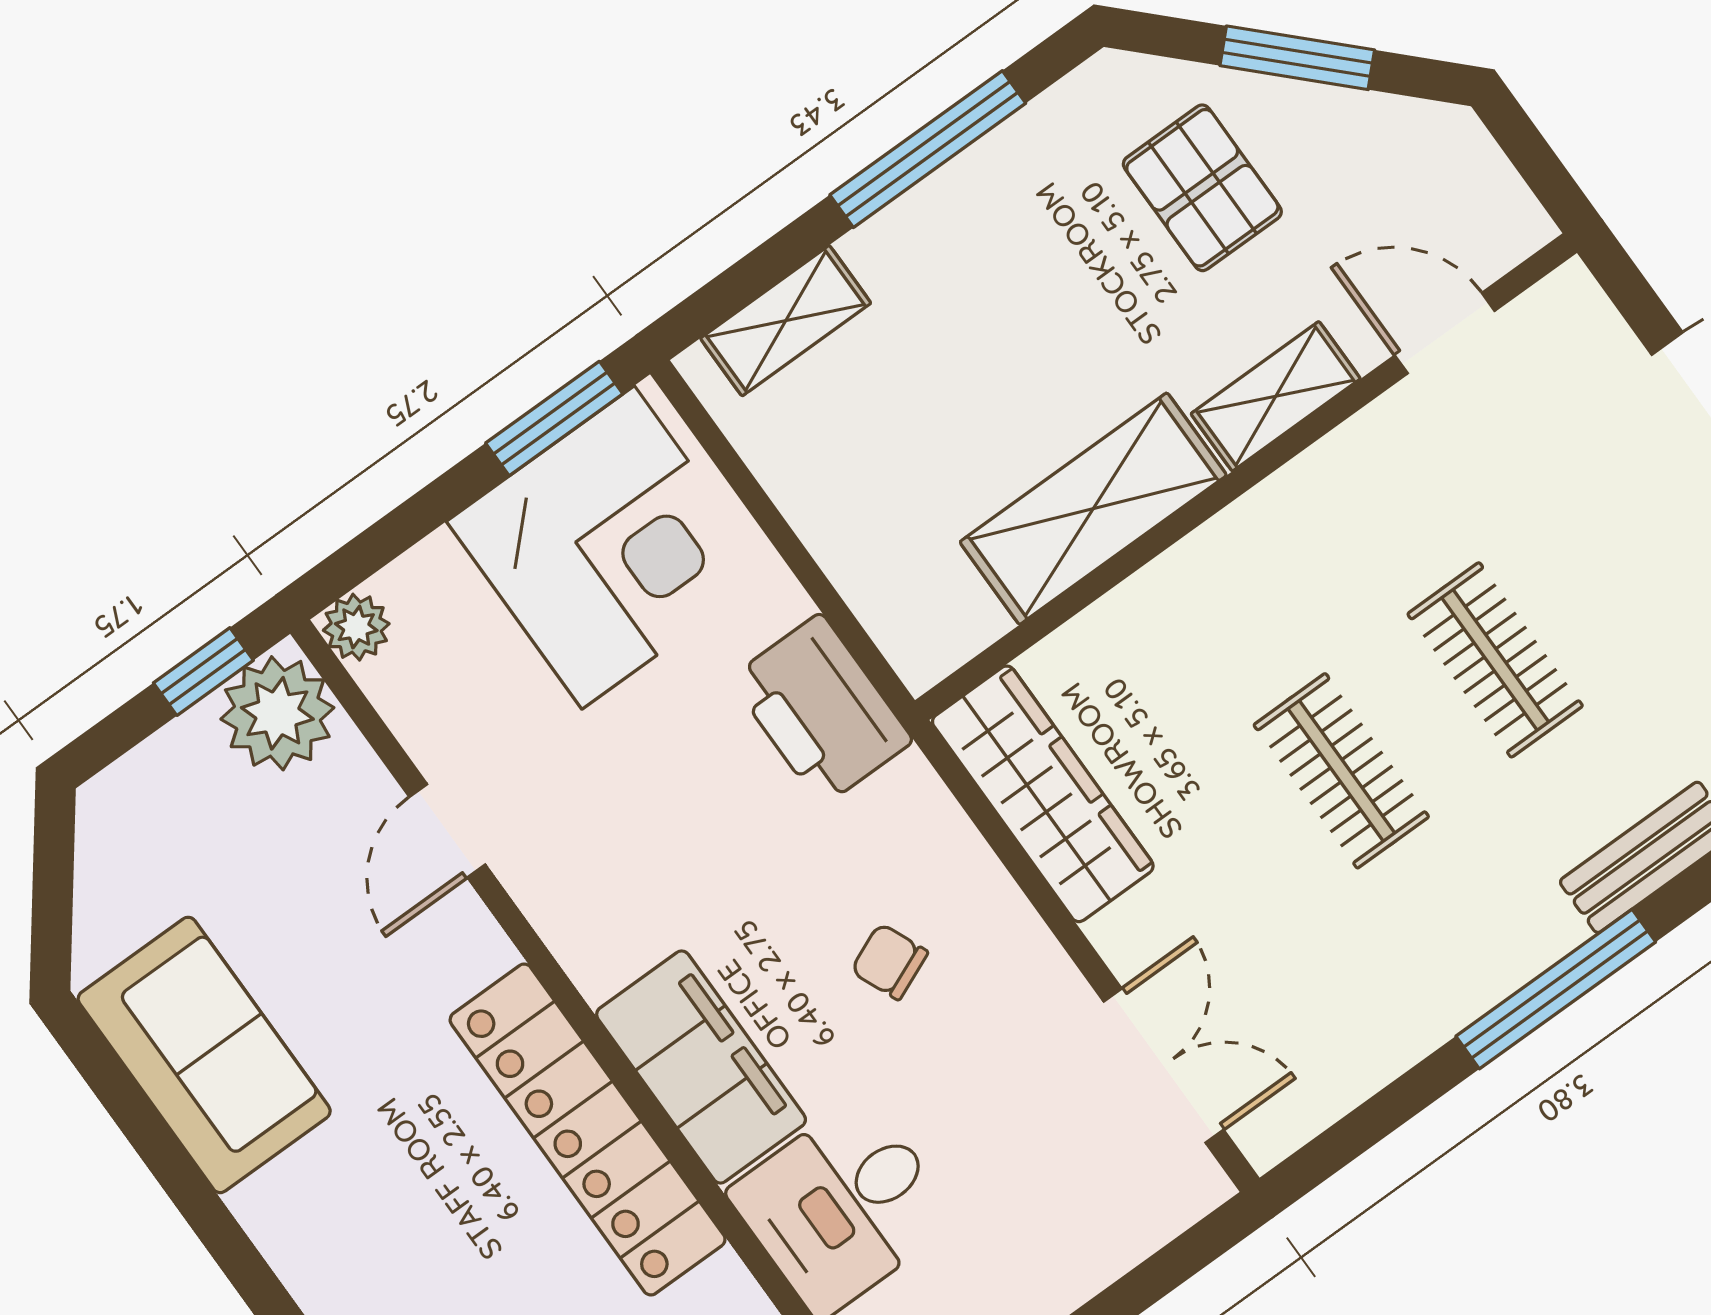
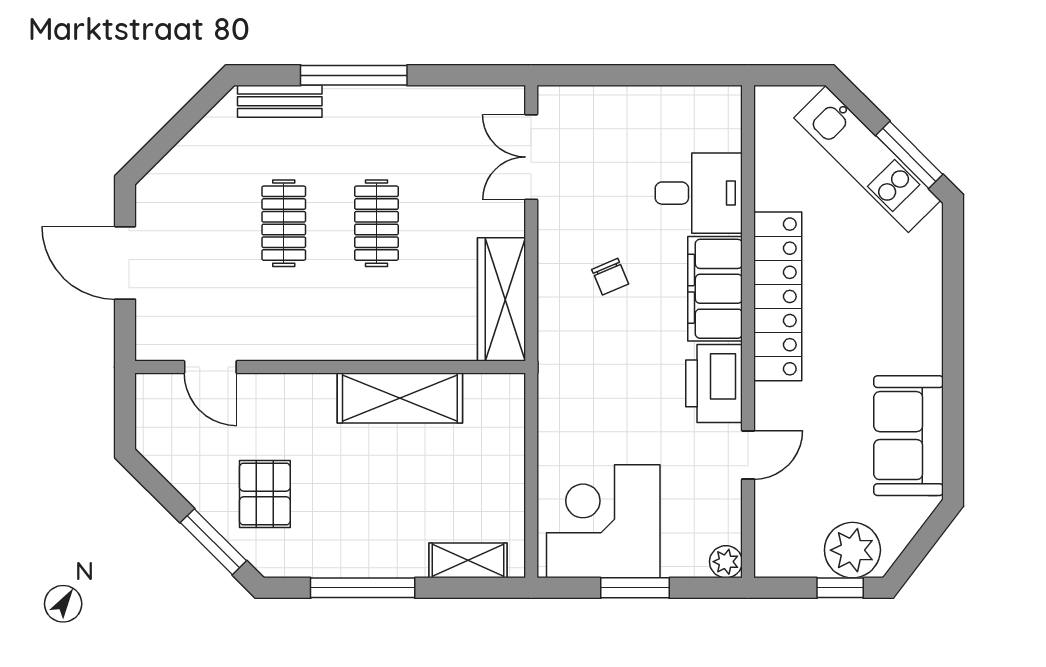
window: (1297, 58) -> (213, 542), moved
shelving: (1276, 396) -> (295, 390), removed
window: (554, 419) -> (635, 588), moved
window: (203, 672) -> (840, 588), moved
printer: (821, 710) -> (714, 383), moved, turned 180
plant: (277, 713) -> (852, 550), moved

